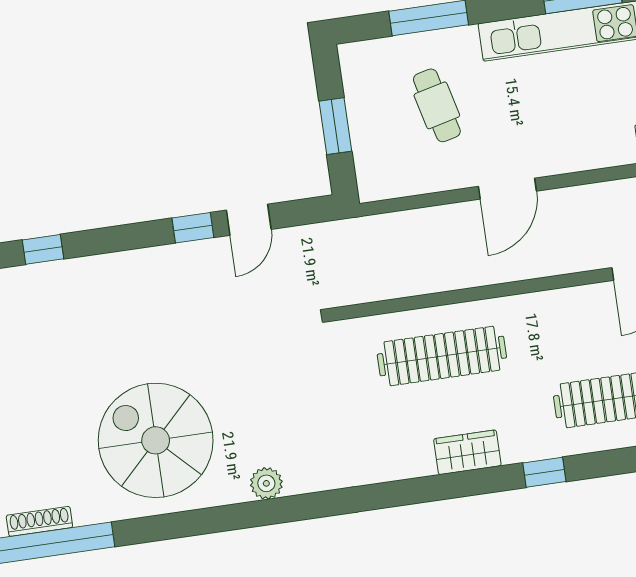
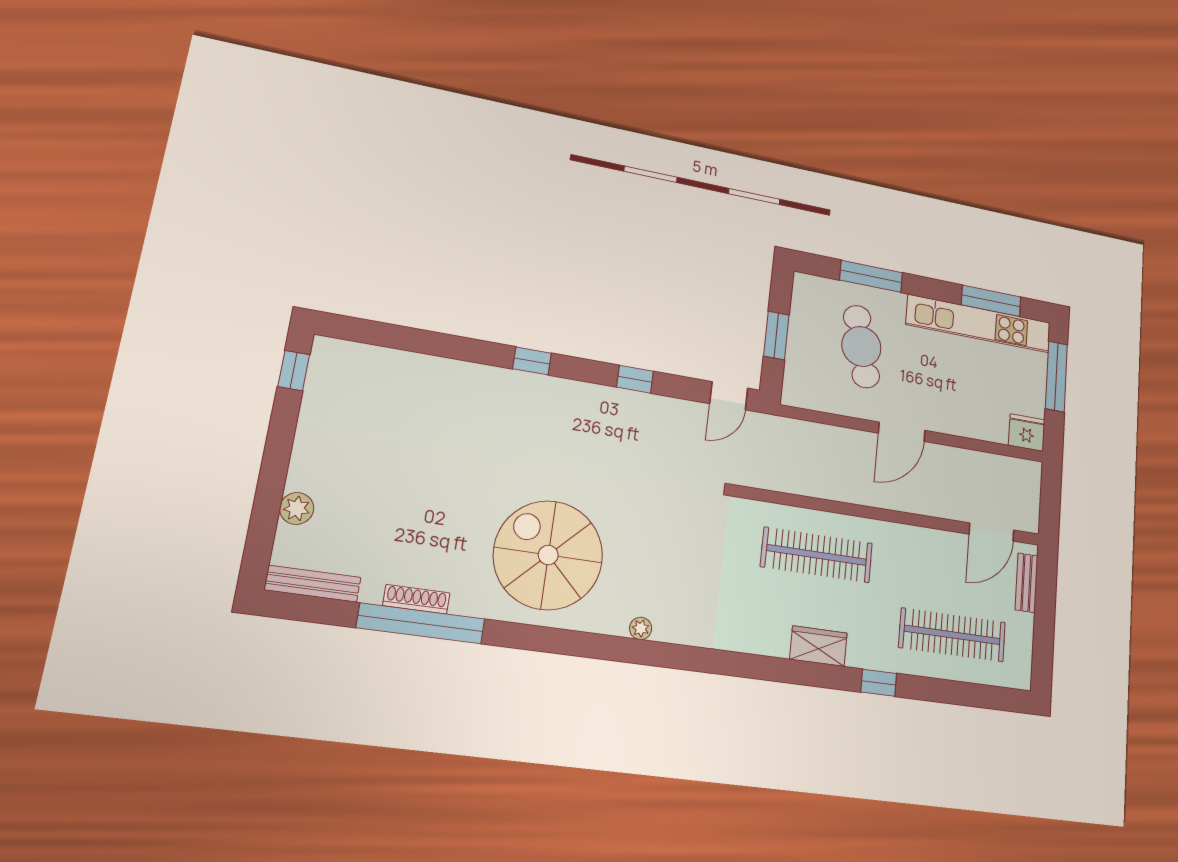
cafe table: (437, 105) -> (861, 346), width x1.37, depth x1.35
door: (249, 220) -> (729, 396), moved
window: (43, 249) -> (532, 361), moved
plant: (266, 483) -> (641, 628), width x0.73, depth x0.73

